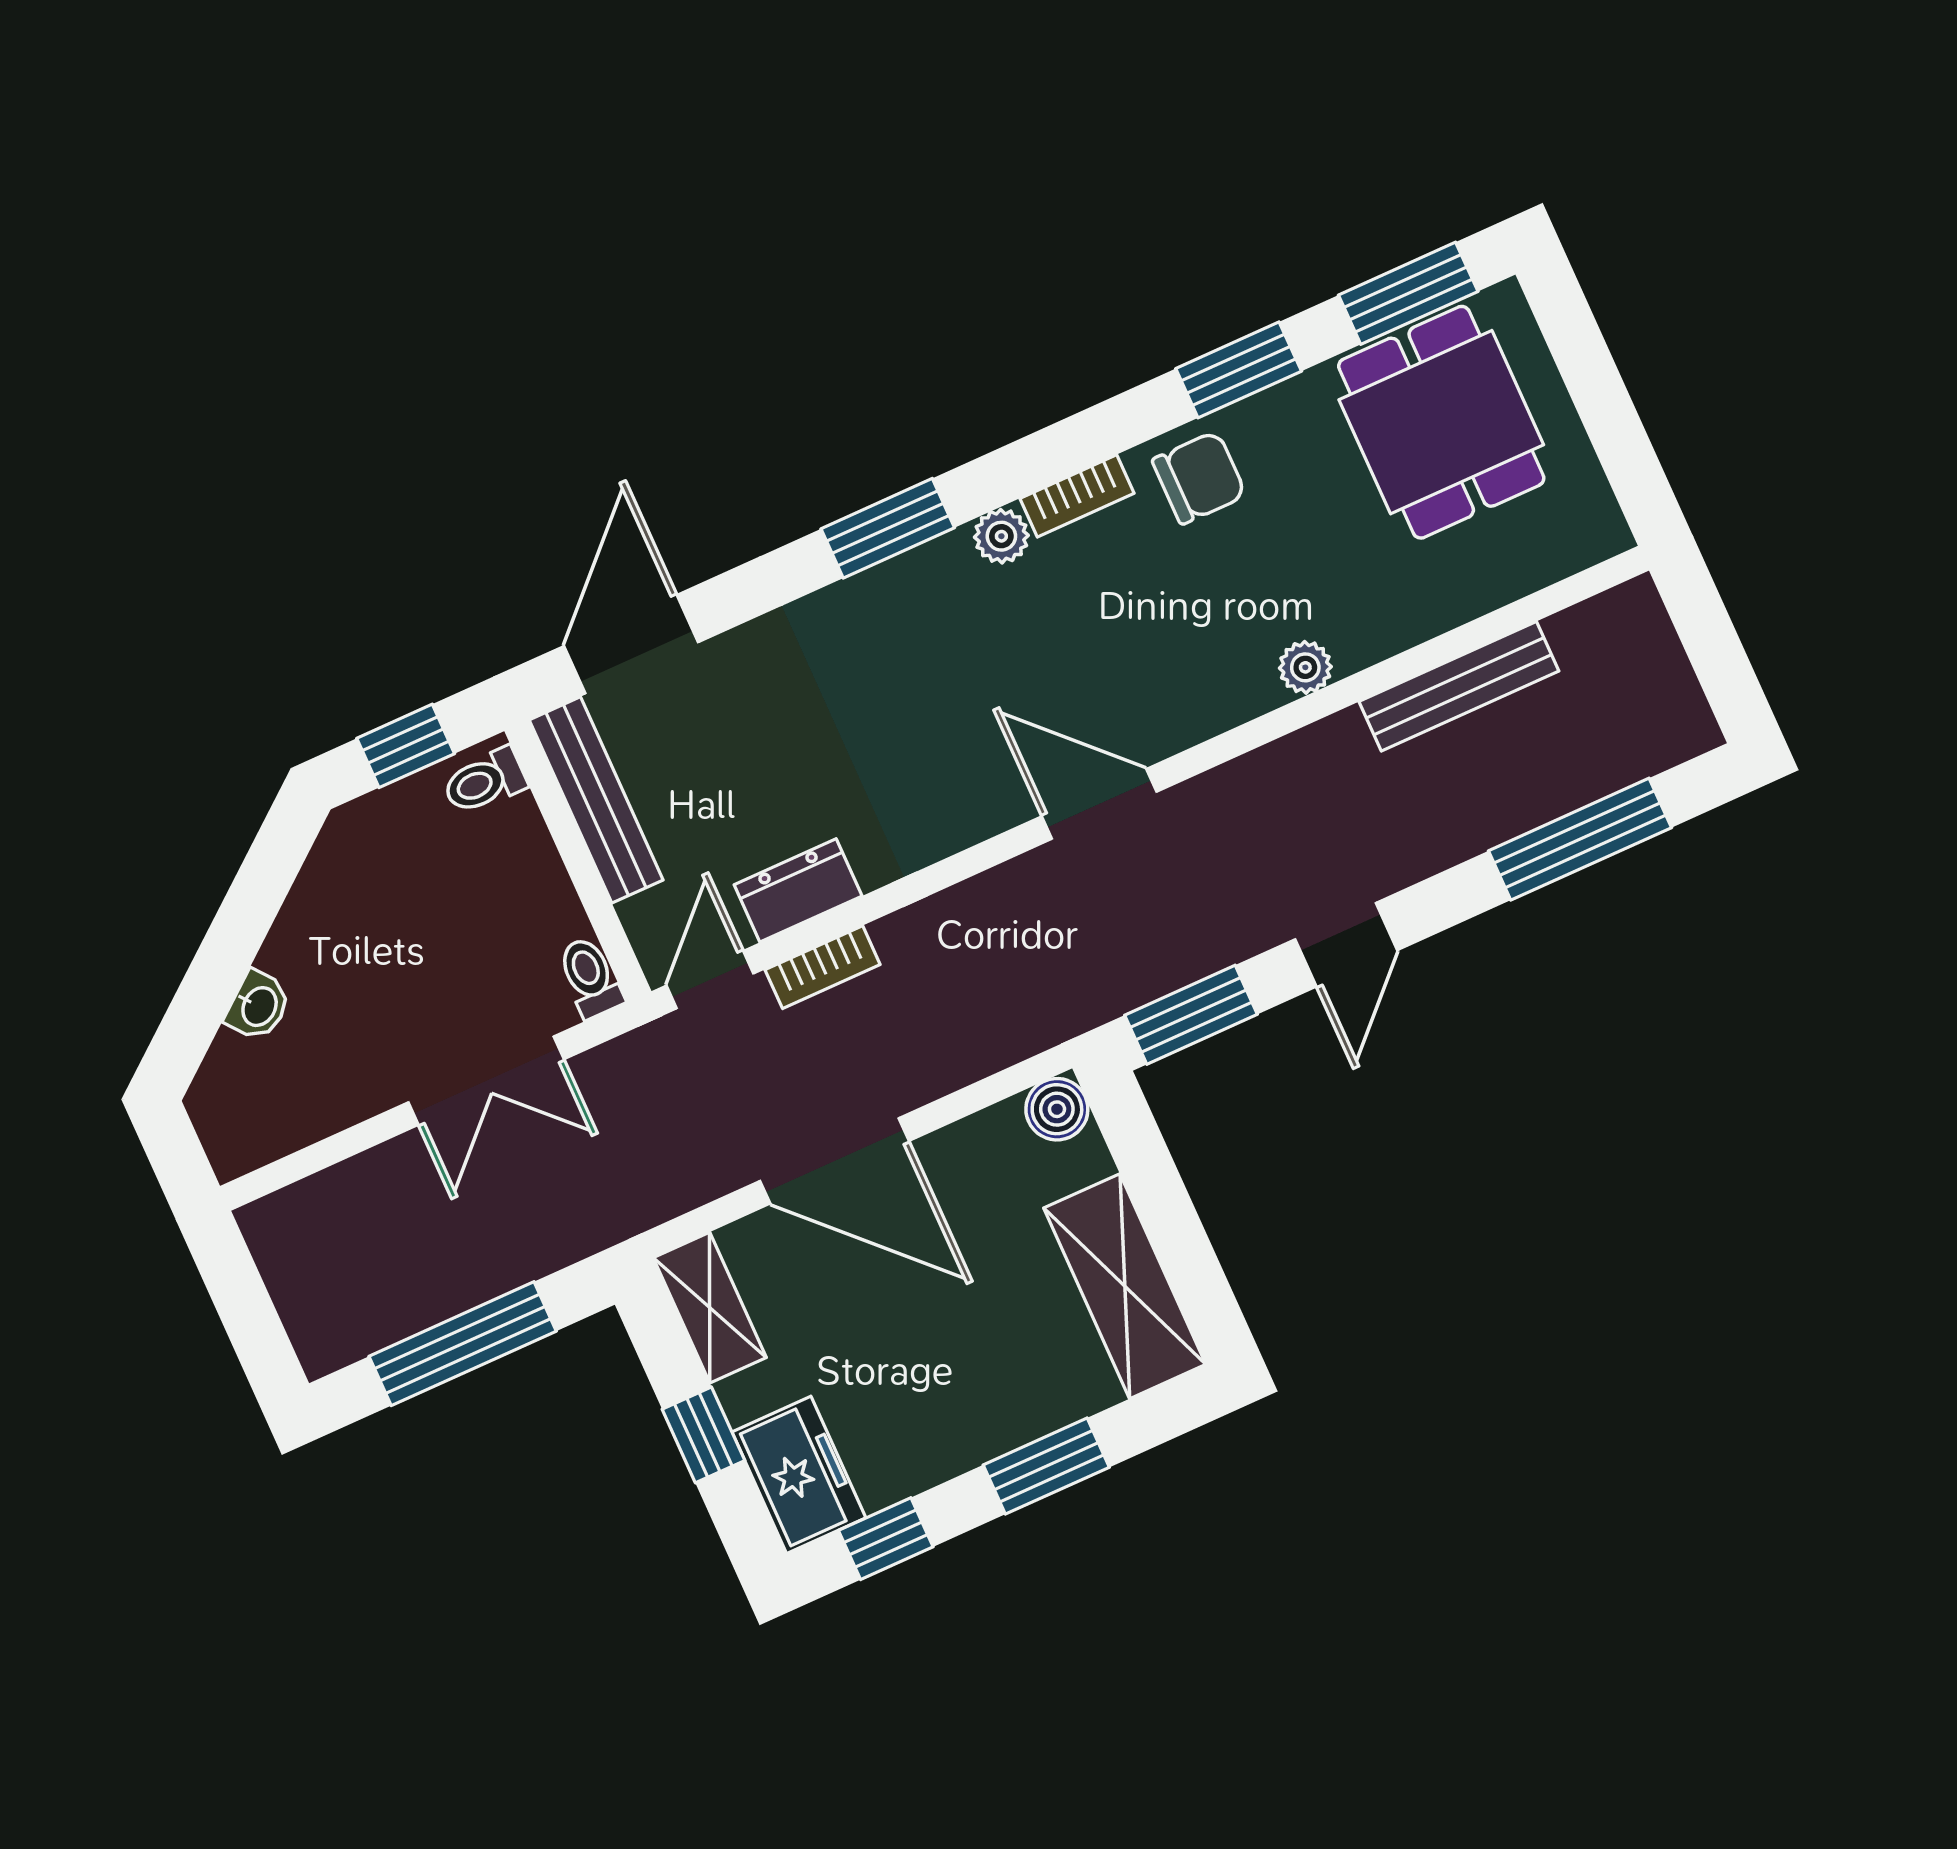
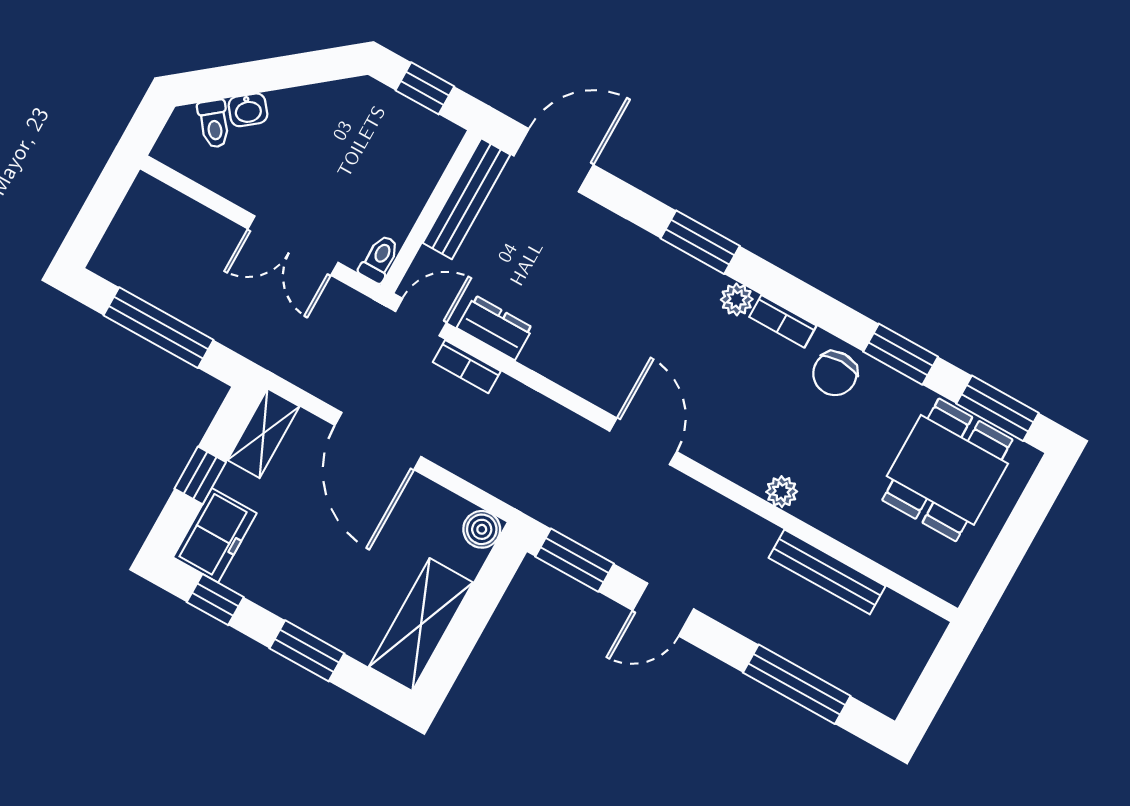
chair: (1199, 478) -> (835, 373), turned 90
toilet: (485, 781) -> (214, 124), moved, turned -129

